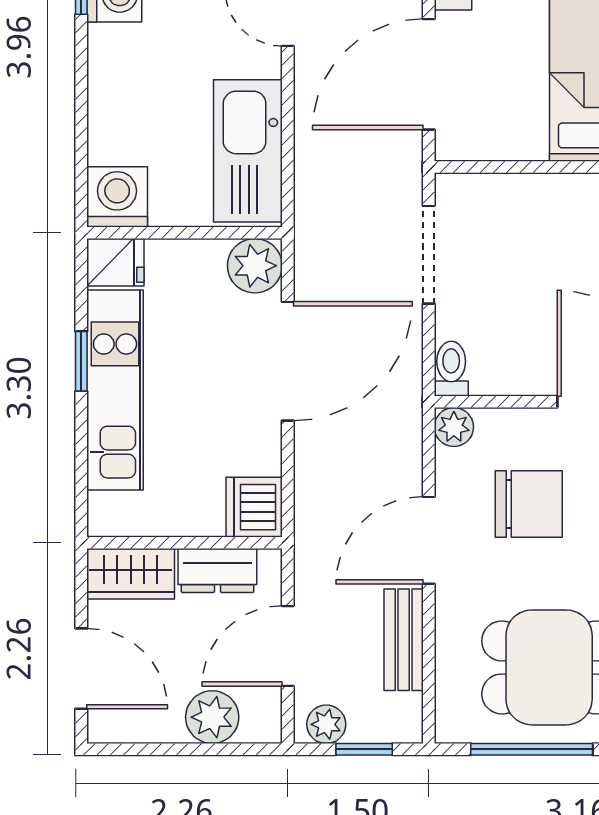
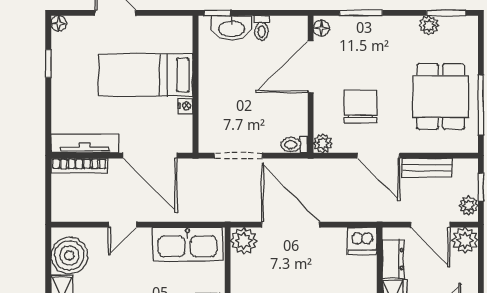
nightstand: (530, 146) -> (185, 106), added
plant: (212, 717) -> (465, 240), moved

